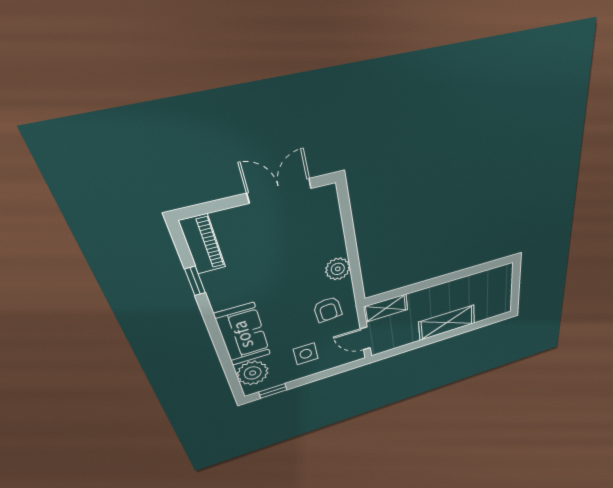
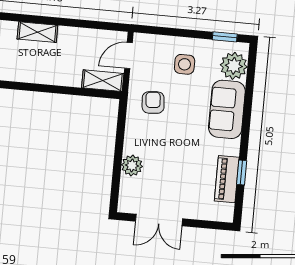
piano: (203, 244) -> (227, 179), moved
plant: (338, 269) -> (132, 166), moved
shelving: (447, 323) -> (37, 32), width x0.67, depth x0.75
door: (365, 338) -> (128, 56), swing flipped

